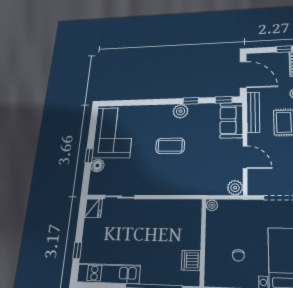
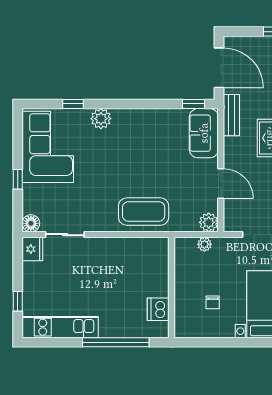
window: (191, 101) -> (73, 104), moved
plant: (181, 111) -> (101, 119), moved
bench: (253, 112) -> (231, 115), width x0.73
coffee table: (170, 146) -> (144, 212), moved, width x1.36, depth x1.32
floor lamp: (97, 165) -> (31, 223), moved
plant: (212, 205) -> (204, 244), moved

